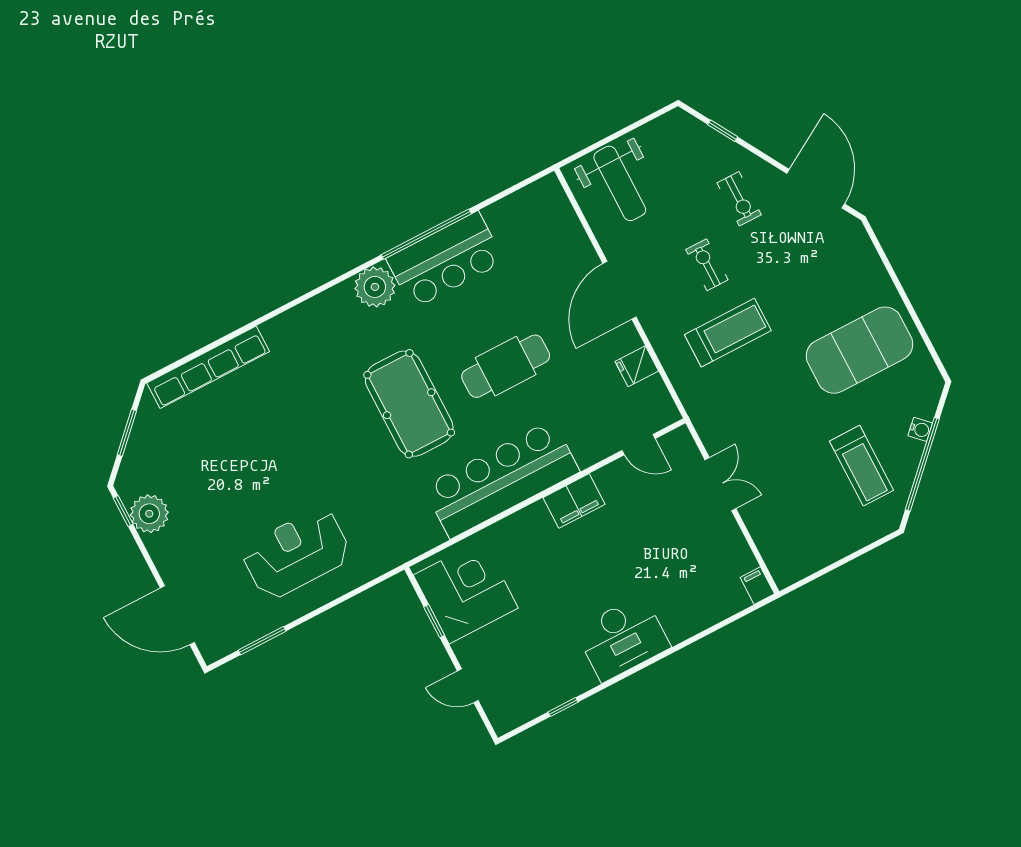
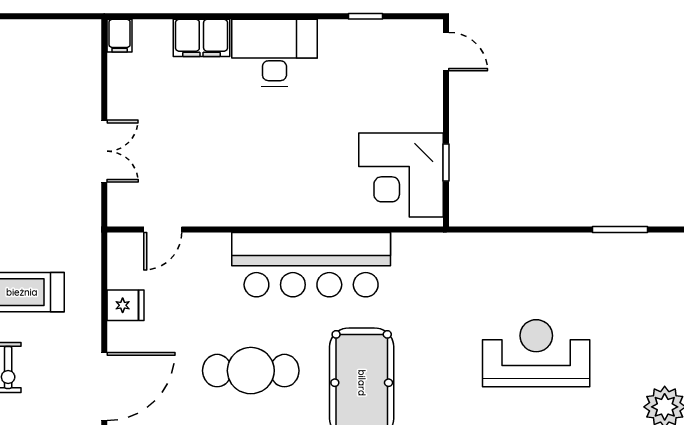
door: (639, 445) -> (163, 229), swing flipped
double door: (720, 484) -> (104, 151), swing flipped
filing cabinet: (574, 501) -> (201, 38), moved, turned 180
reception desk: (296, 553) -> (536, 353), moved, turned 180
door: (468, 686) -> (446, 52), moved

